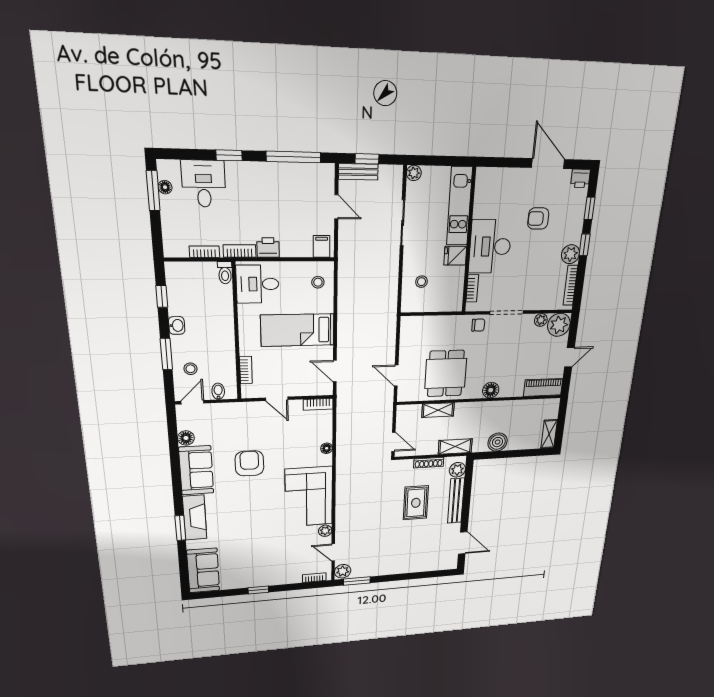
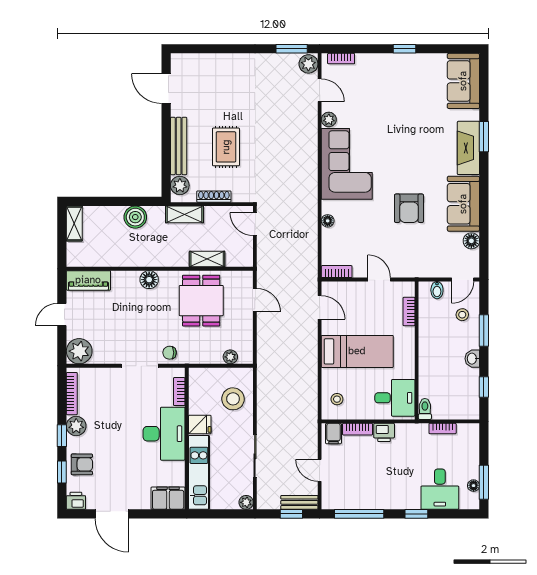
filing cabinet: (492, 179) -> (168, 498), added
armchair: (538, 218) -> (82, 464), moved
bookcase: (240, 251) -> (358, 429), moved
stool: (422, 282) -> (233, 399), width x1.89, depth x1.89
plant: (541, 320) -> (230, 357), moved

